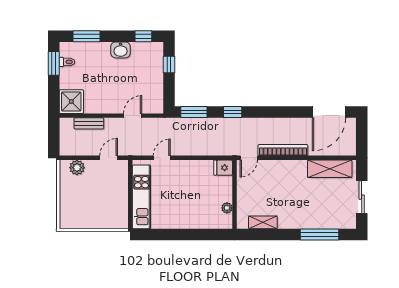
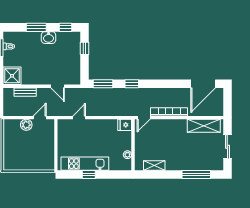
window: (87, 36) -> (36, 27), moved
door: (133, 116) -> (58, 86), swing flipped
plant: (77, 168) -> (26, 125), moved
kitchen unit: (141, 197) -> (85, 164), moved, turned -90
window: (175, 234) -> (89, 174), added

